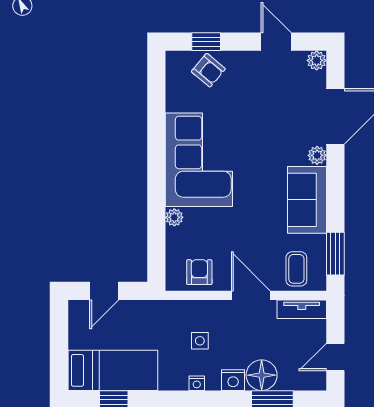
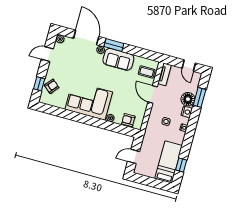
window: (335, 254) -> (114, 45), moved
armchair: (199, 272) -> (128, 120), moved
door: (104, 291) -> (134, 156), swing flipped
door: (251, 295) -> (153, 94), hinge flipped

